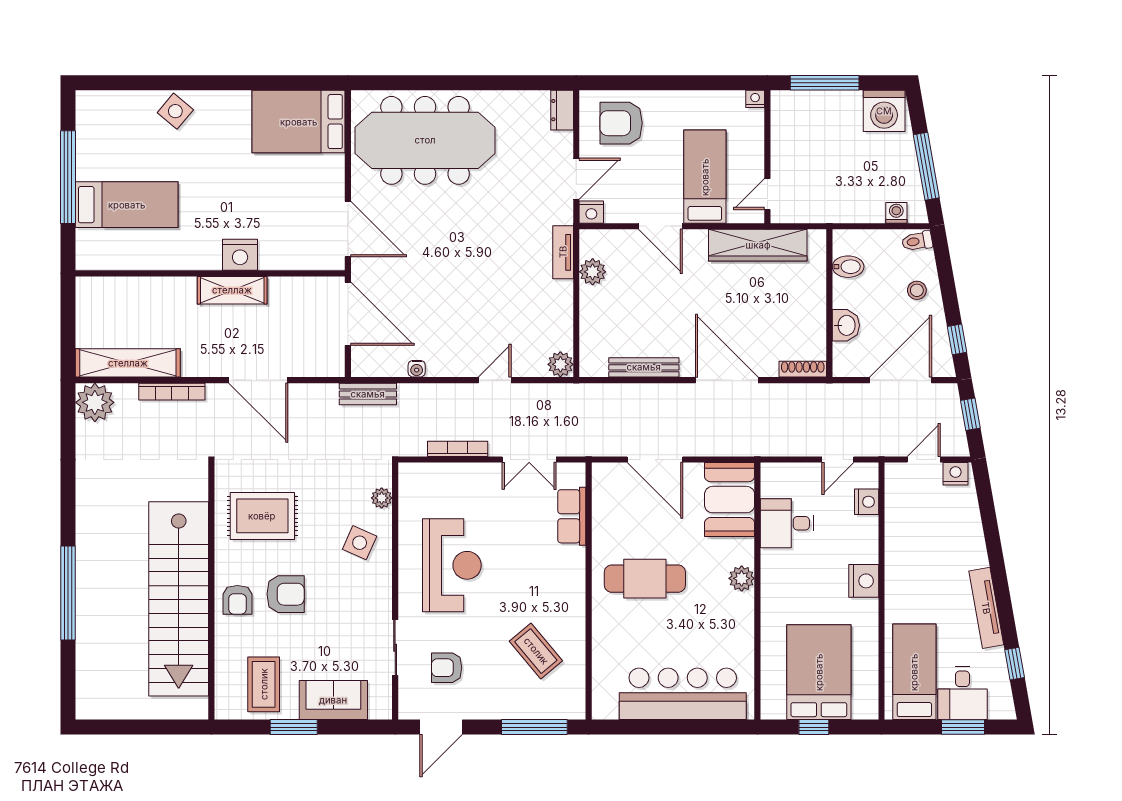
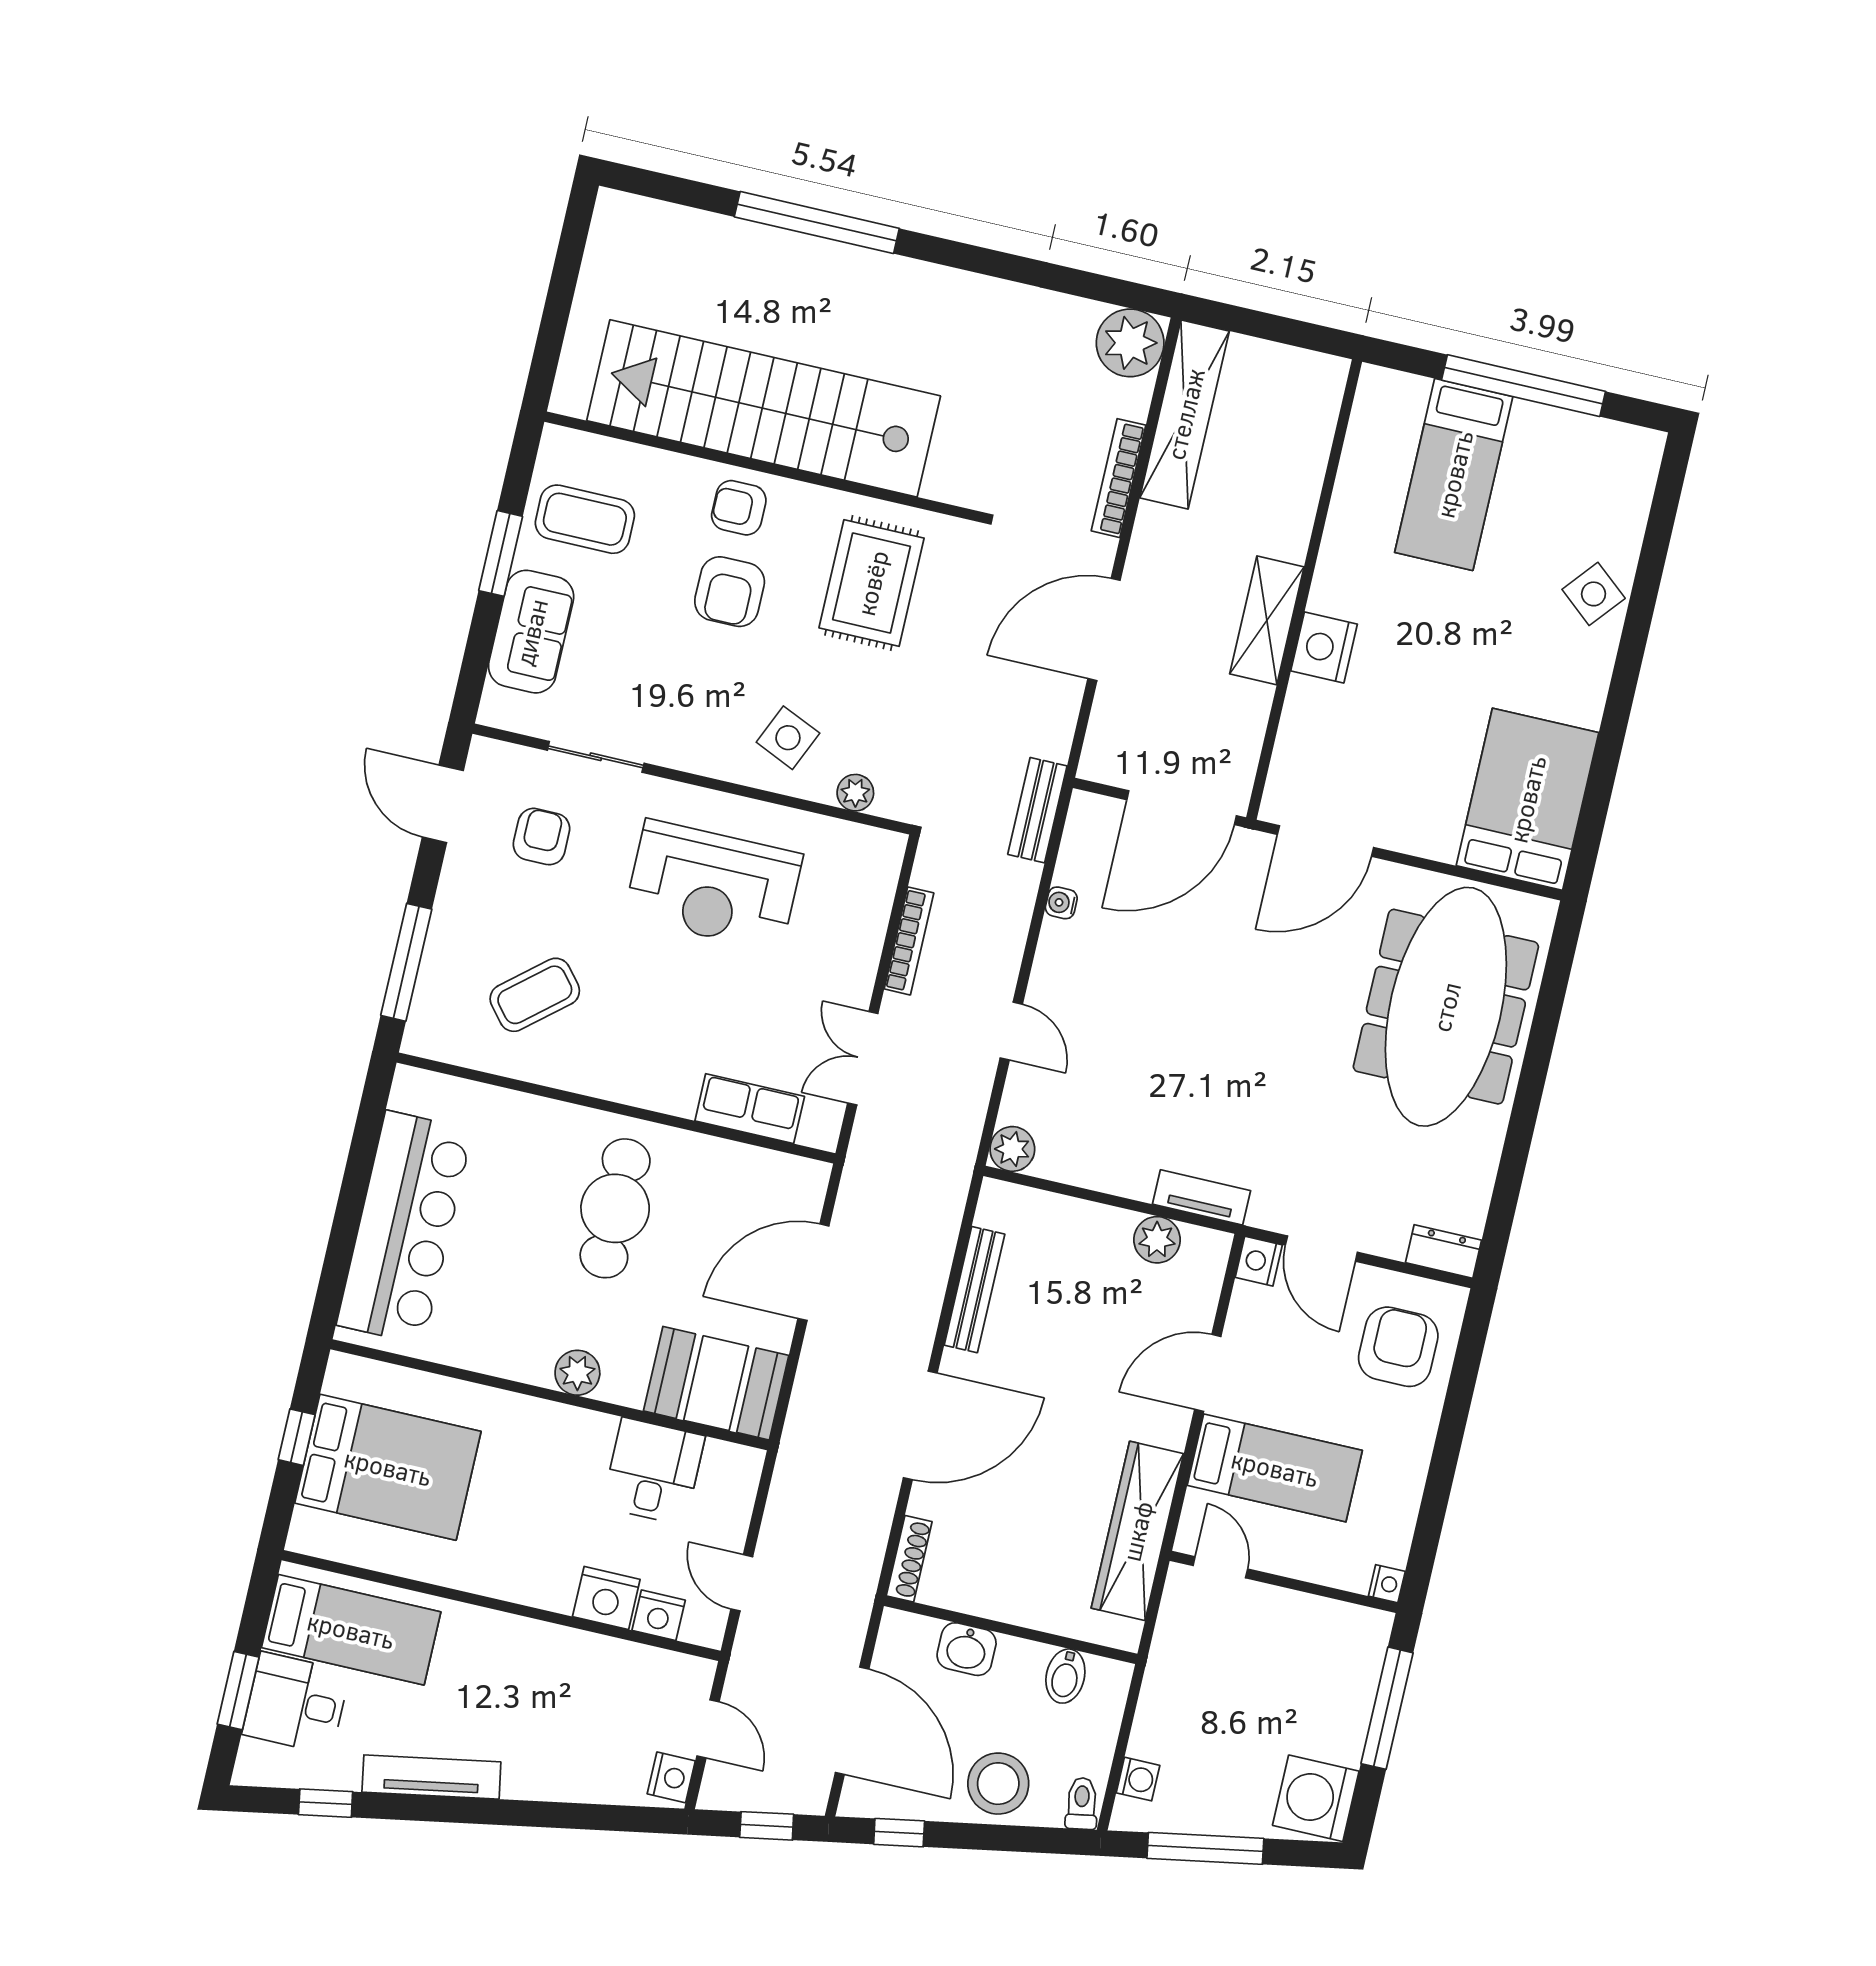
stool: (917, 290) -> (998, 1784), width x1.89, depth x1.89
nightstand: (864, 581) -> (606, 1598), moved

